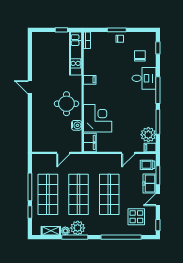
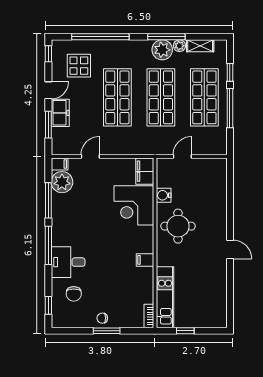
trolley: (147, 165) -> (63, 139), removed

